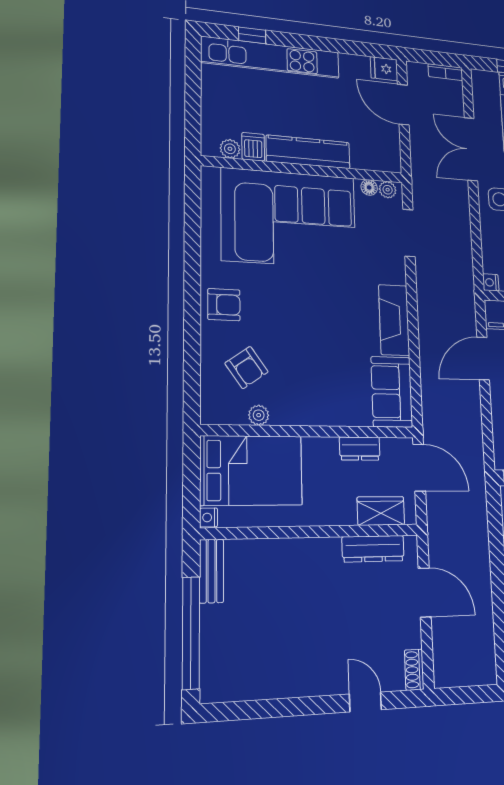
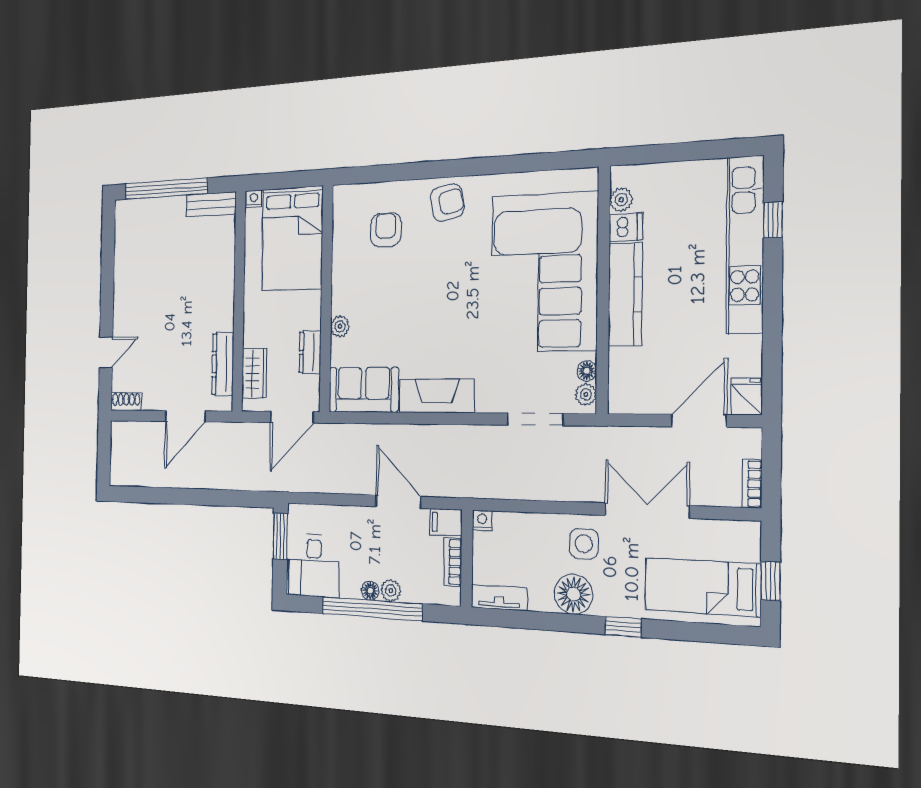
armchair: (224, 305) -> (447, 203), turned -101
armchair: (247, 368) -> (386, 230), turned 125
plant: (259, 415) -> (340, 326), moved

